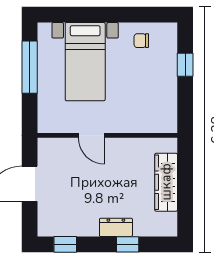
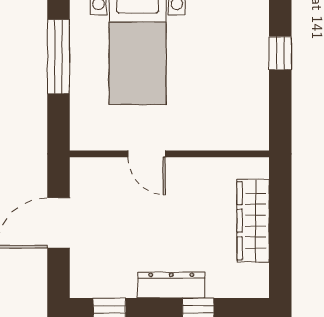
chair: (141, 41) -> (218, 19), removed
dresser: (116, 227) -> (171, 285), width x1.44

